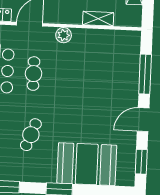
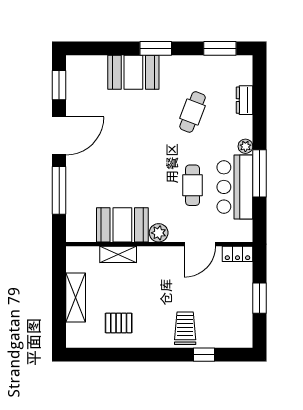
booth: (94, 43) -> (122, 225), added
door: (143, 120) -> (59, 136), width x1.36
booth: (87, 164) -> (133, 72), width x0.73, depth x0.70

